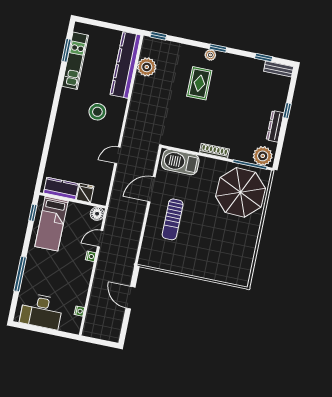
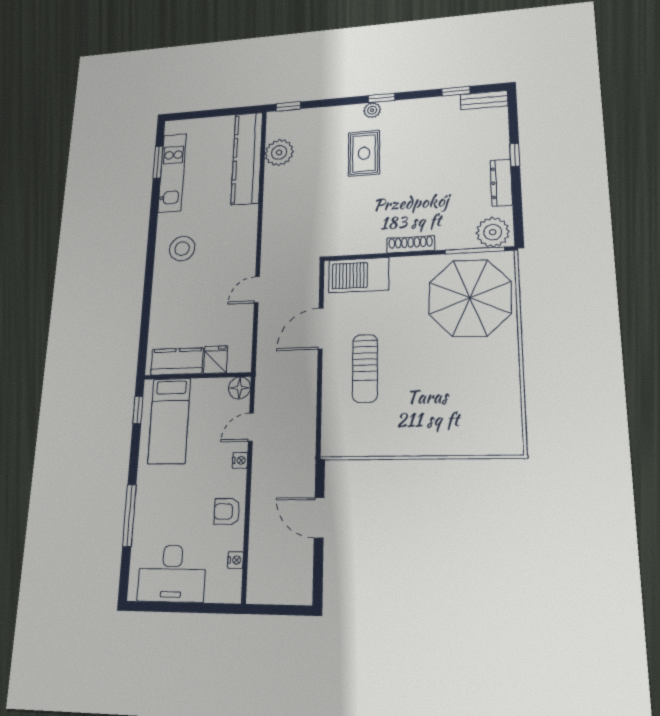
stool: (97, 112) -> (182, 249), moved
armchair: (79, 284) -> (227, 511), added

